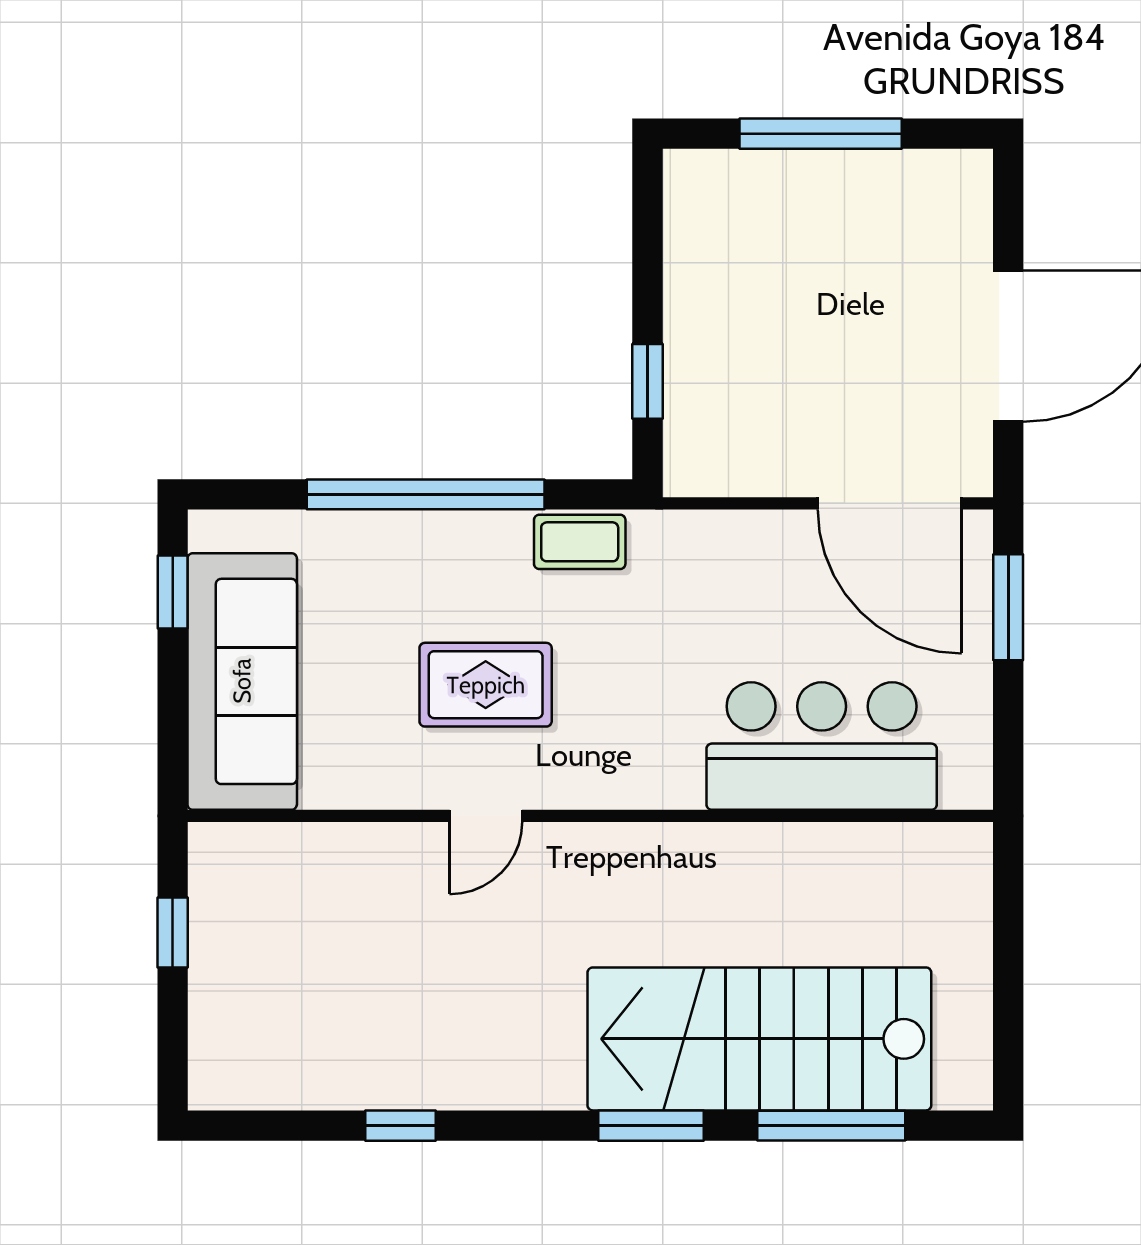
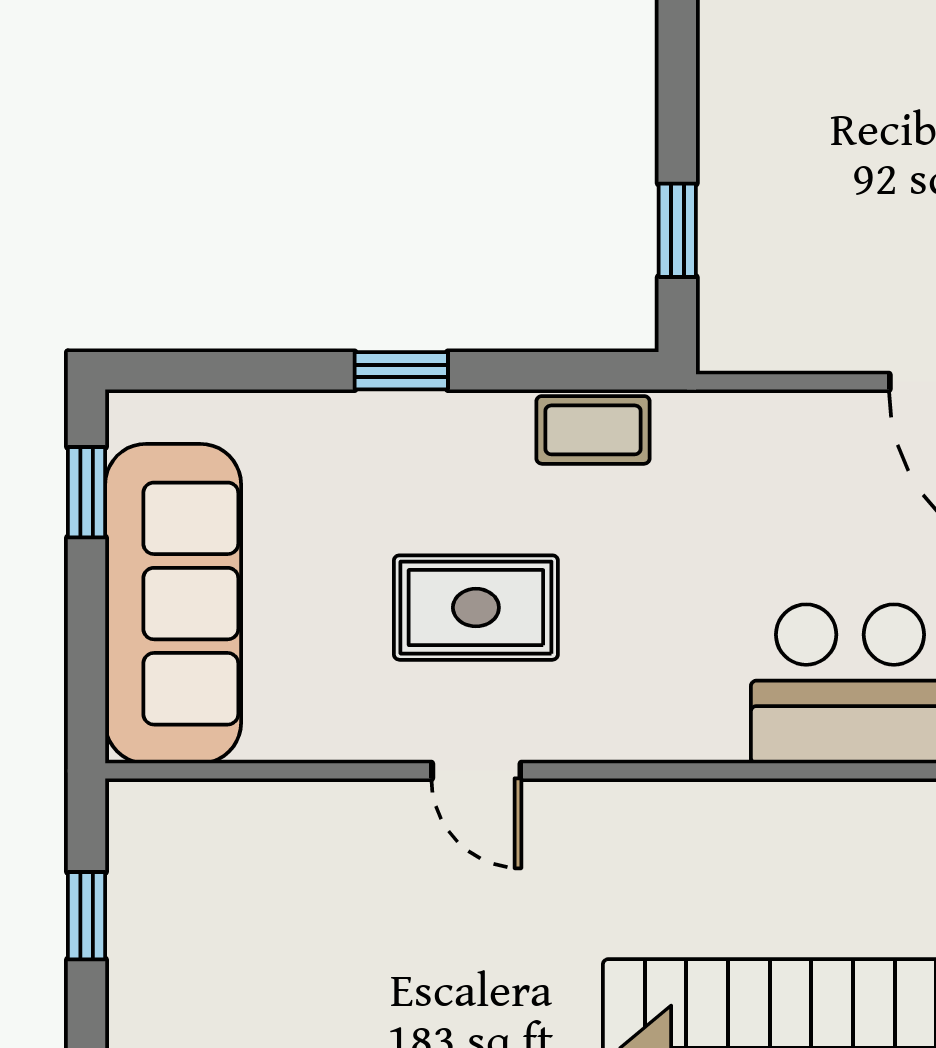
window: (426, 494) -> (401, 371), width x0.32
door: (486, 816) -> (476, 771), hinge flipped

